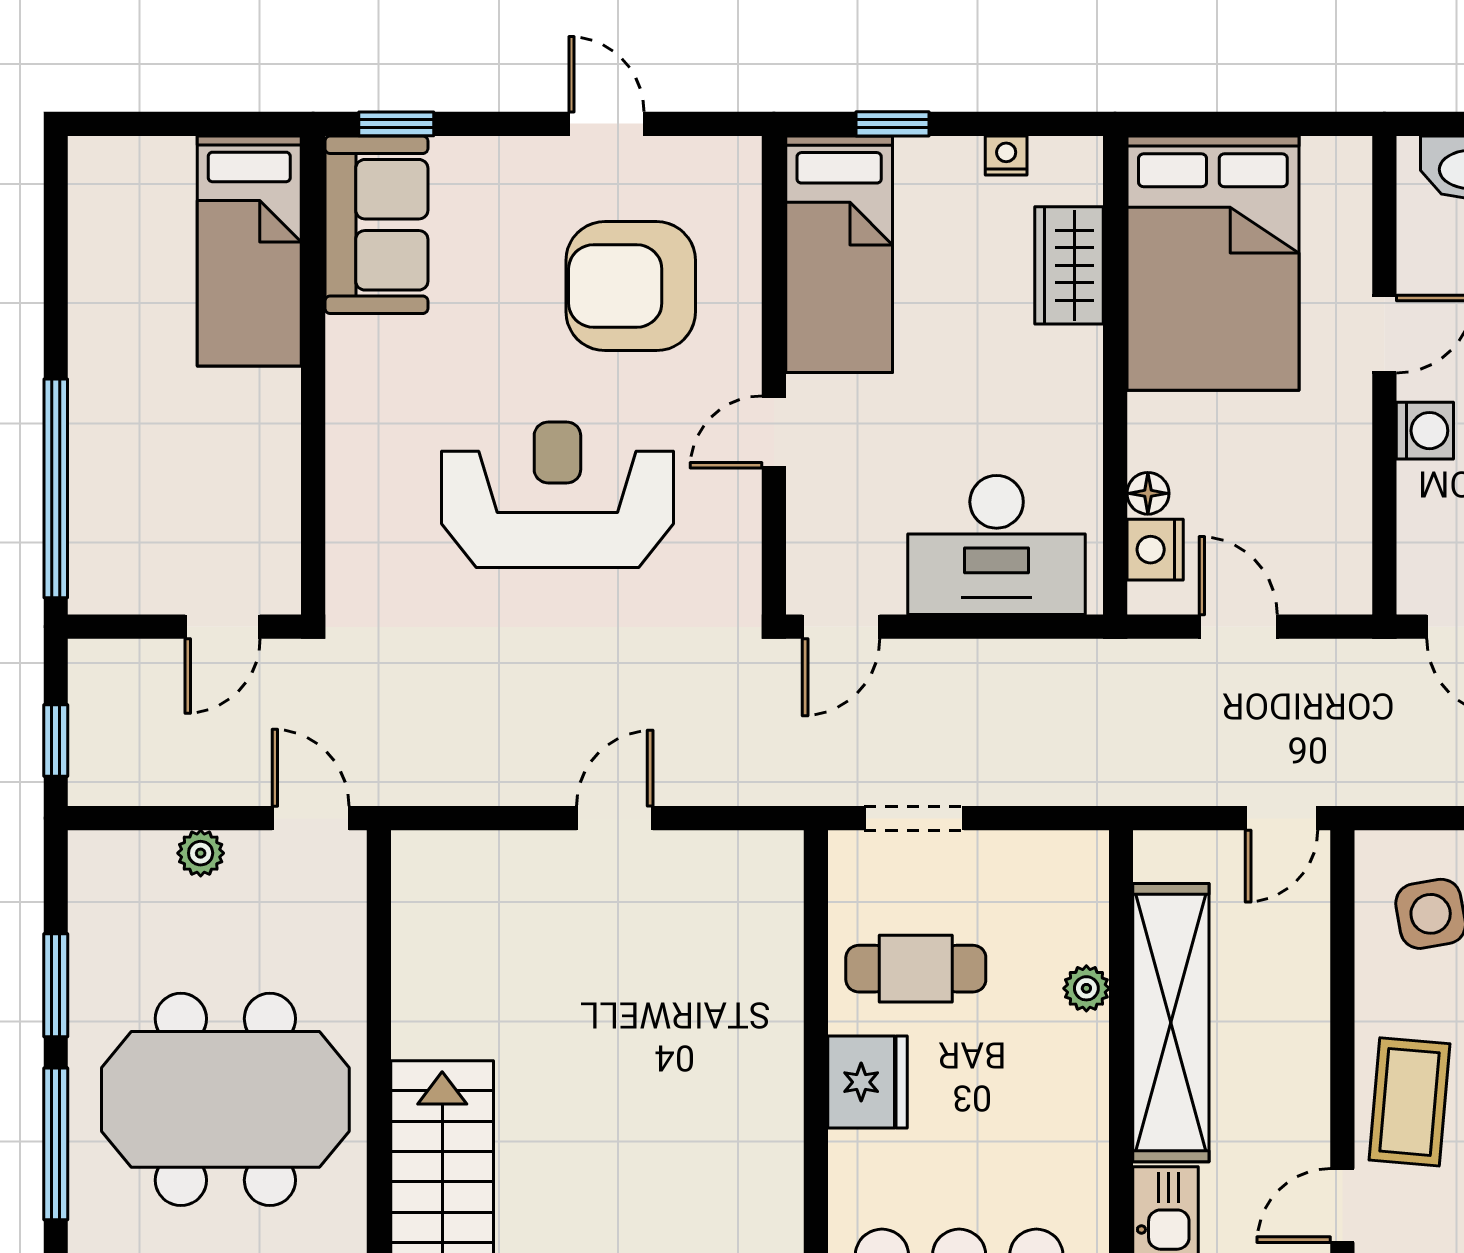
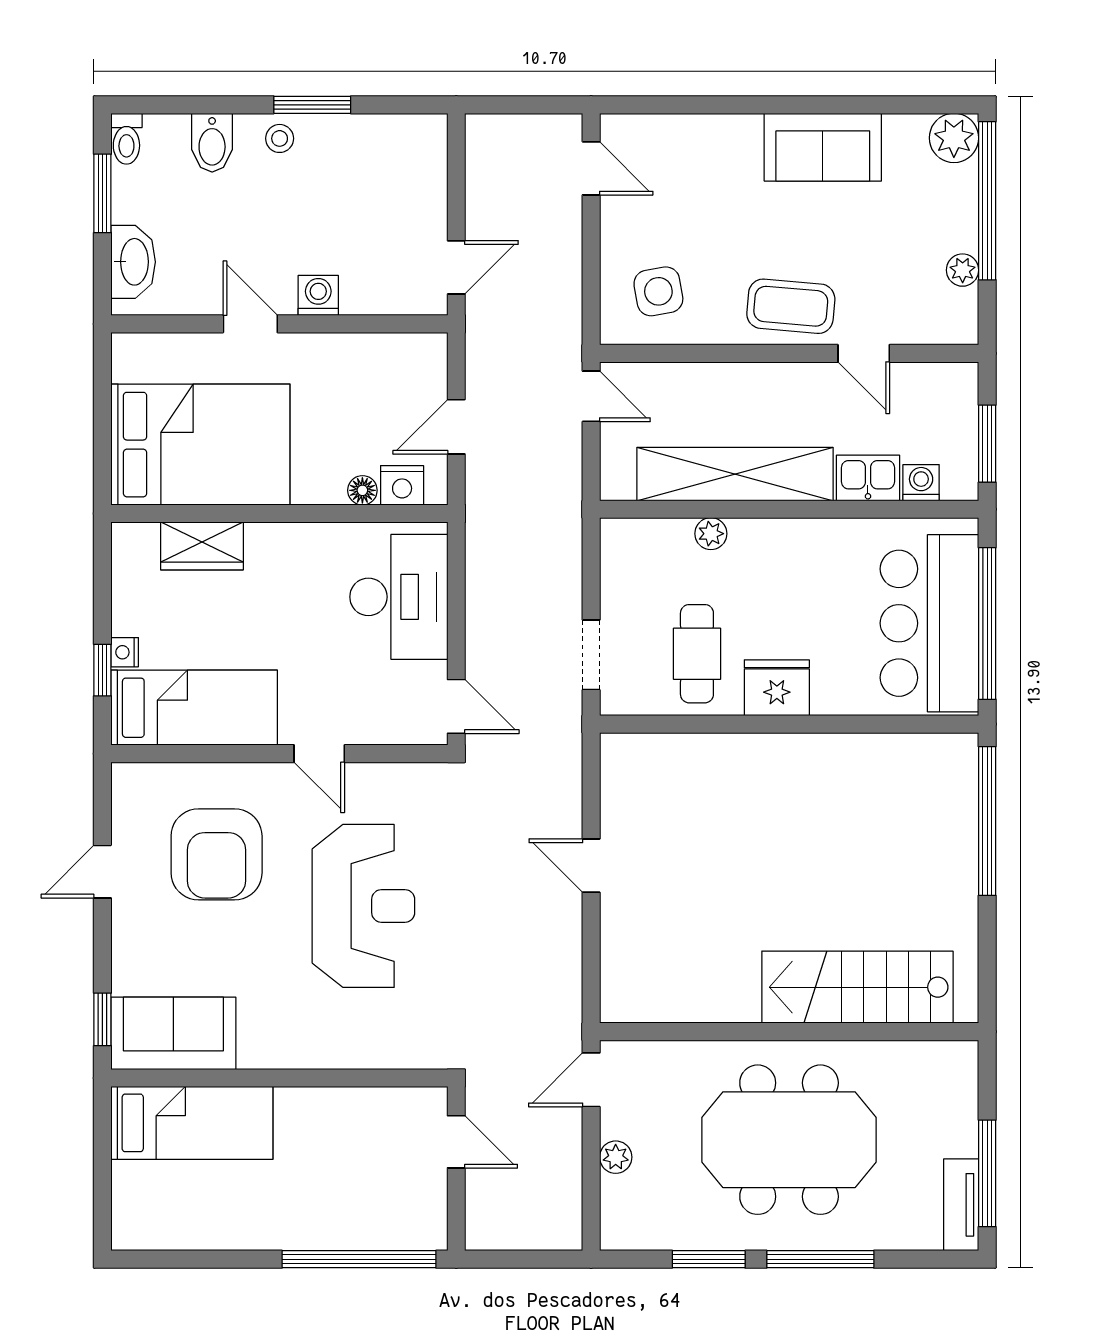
nightstand: (1006, 156) -> (125, 652), moved
reception desk: (557, 495) -> (363, 906), turned 180
window: (56, 740) -> (536, 1259), removed
meeting table: (225, 1099) -> (789, 1140), turned 90

